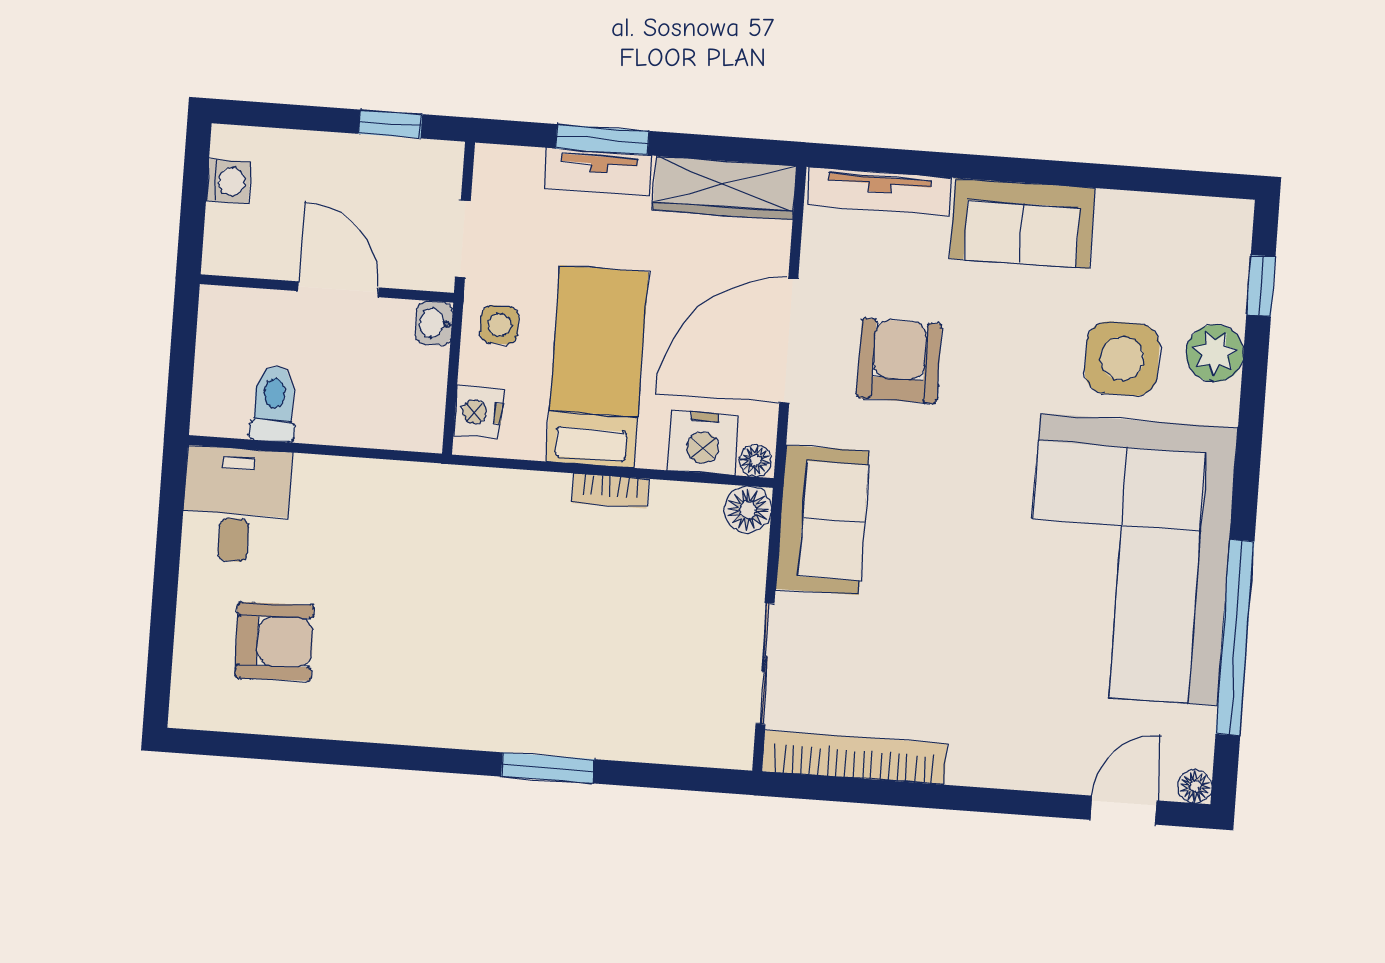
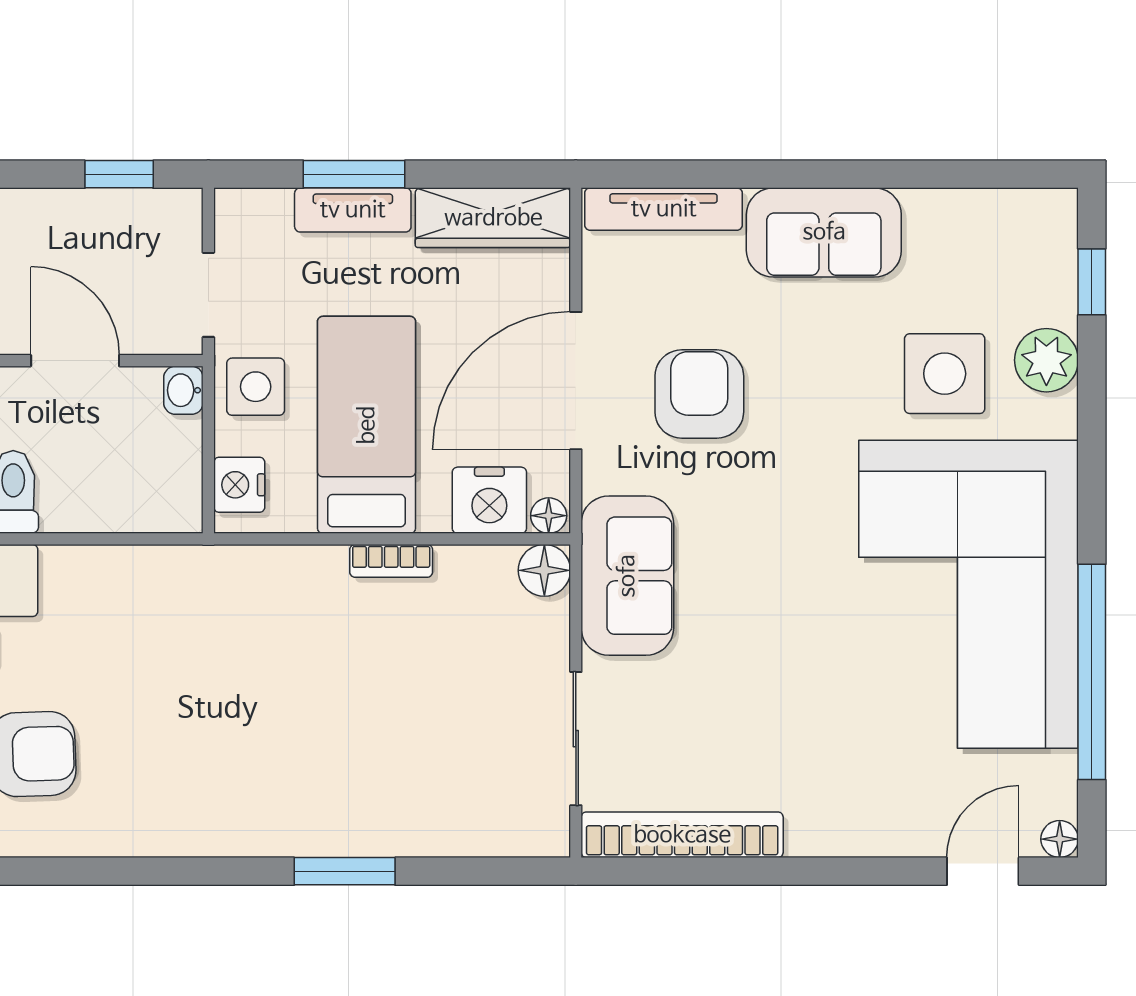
side table: (499, 325) -> (256, 387), width x1.37, depth x1.37

